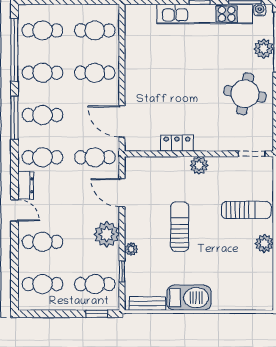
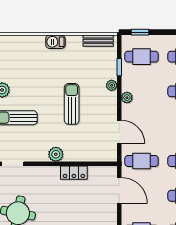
sun lounger: (180, 227) -> (72, 104), turned 180
plant: (107, 234) -> (127, 98), width x0.53, depth x0.53
barbecue: (189, 298) -> (55, 42), width x0.53, depth x0.65

